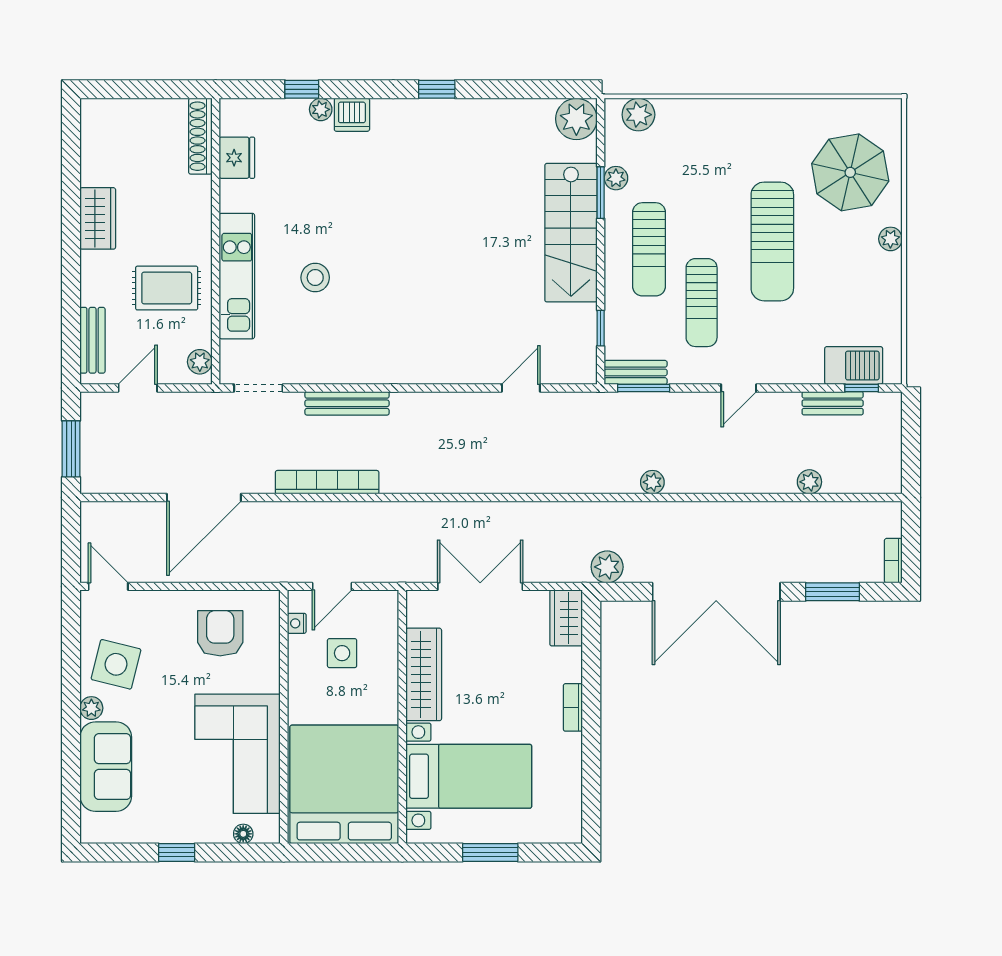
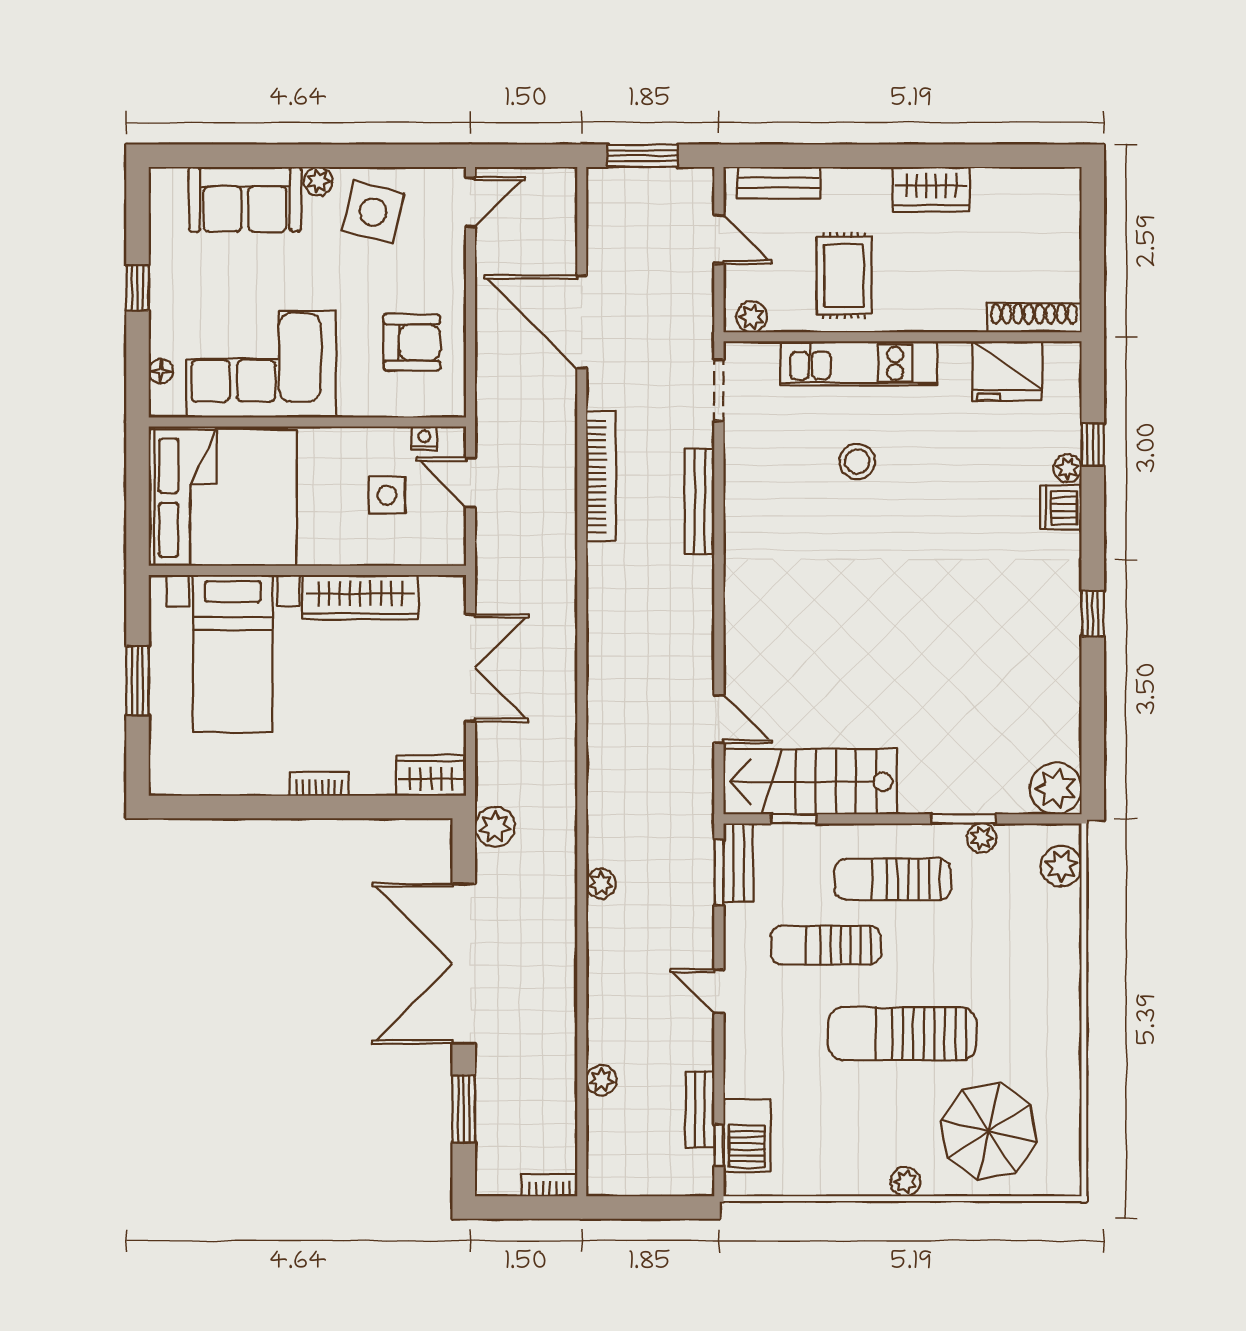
fridge: (237, 158) -> (1007, 371), width x1.36, depth x1.34
stairs: (571, 233) -> (810, 782), moved
bookcase: (893, 561) -> (549, 1185), moved

